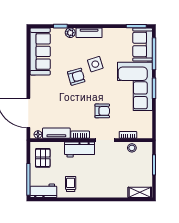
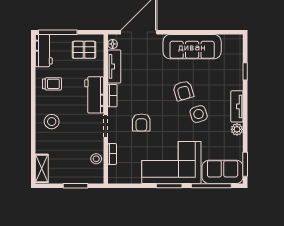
plant: (70, 33) -> (237, 129), moved
sofa: (40, 51) -> (192, 47), moved
stool: (101, 184) -> (52, 122), added

